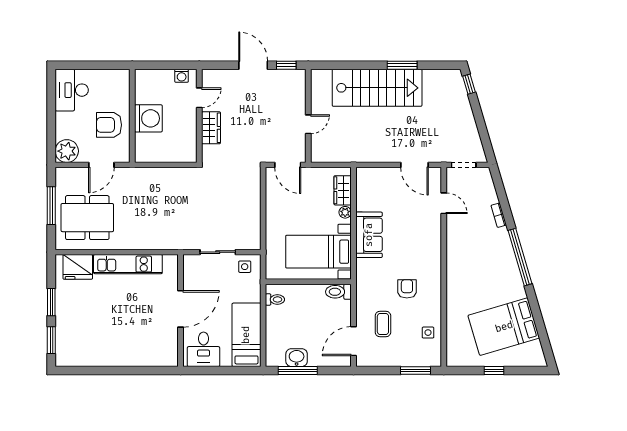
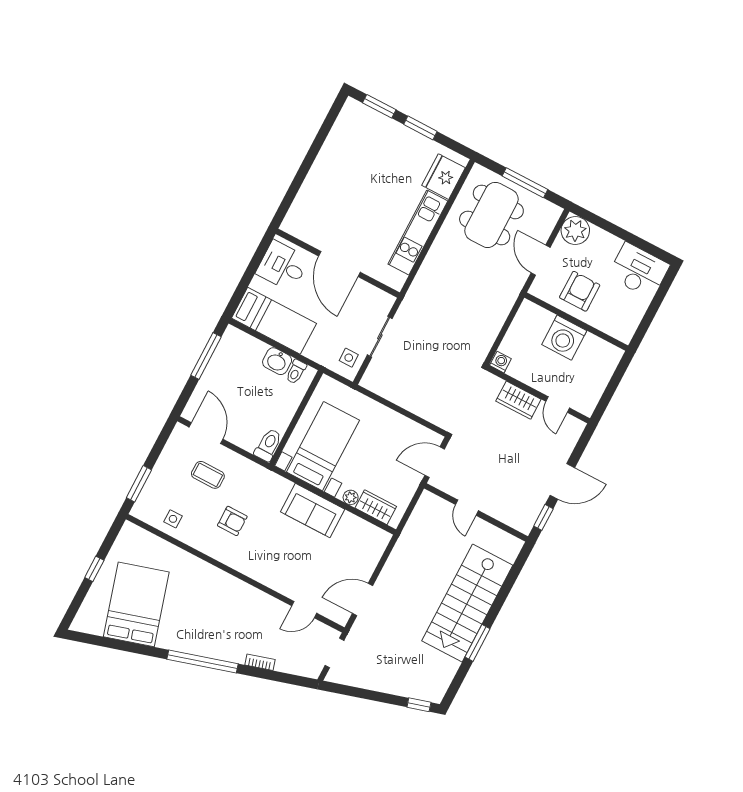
washing machine: (182, 76) -> (500, 362), moved, turned 90
washbasin: (297, 358) -> (277, 361), moved, turned 90

